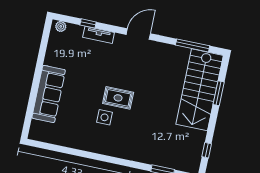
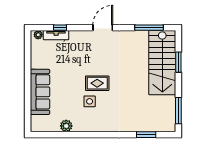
tv unit: (99, 35) -> (56, 35), moved
plant: (71, 140) -> (66, 126), added
window: (207, 150) -> (178, 111), width x2.17

